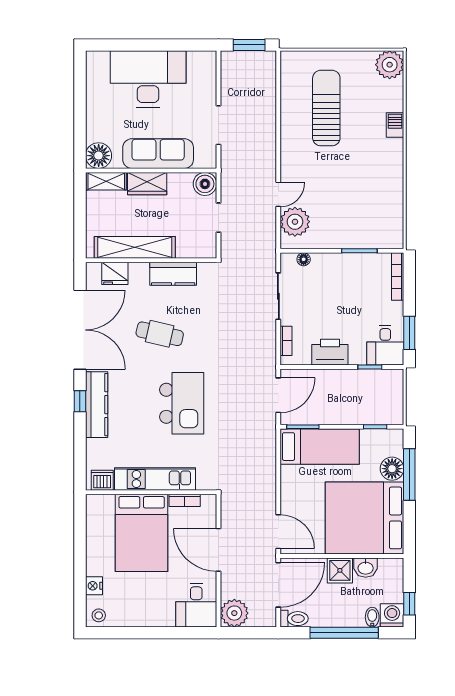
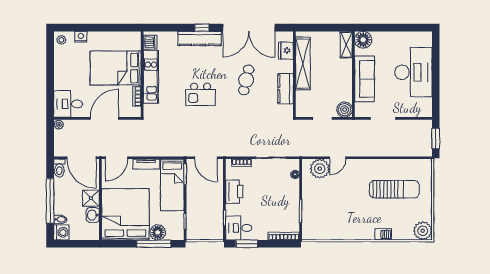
wardrobe: (147, 184) -> (345, 72), removed
door: (278, 194) -> (338, 158), hinge flipped
kitchen island: (182, 403) -> (201, 94), width x0.73, depth x0.78
tv unit: (288, 486) -> (146, 164), added
window: (409, 604) -> (69, 244), removed
plant: (234, 613) -> (59, 125), width x0.53, depth x0.53

